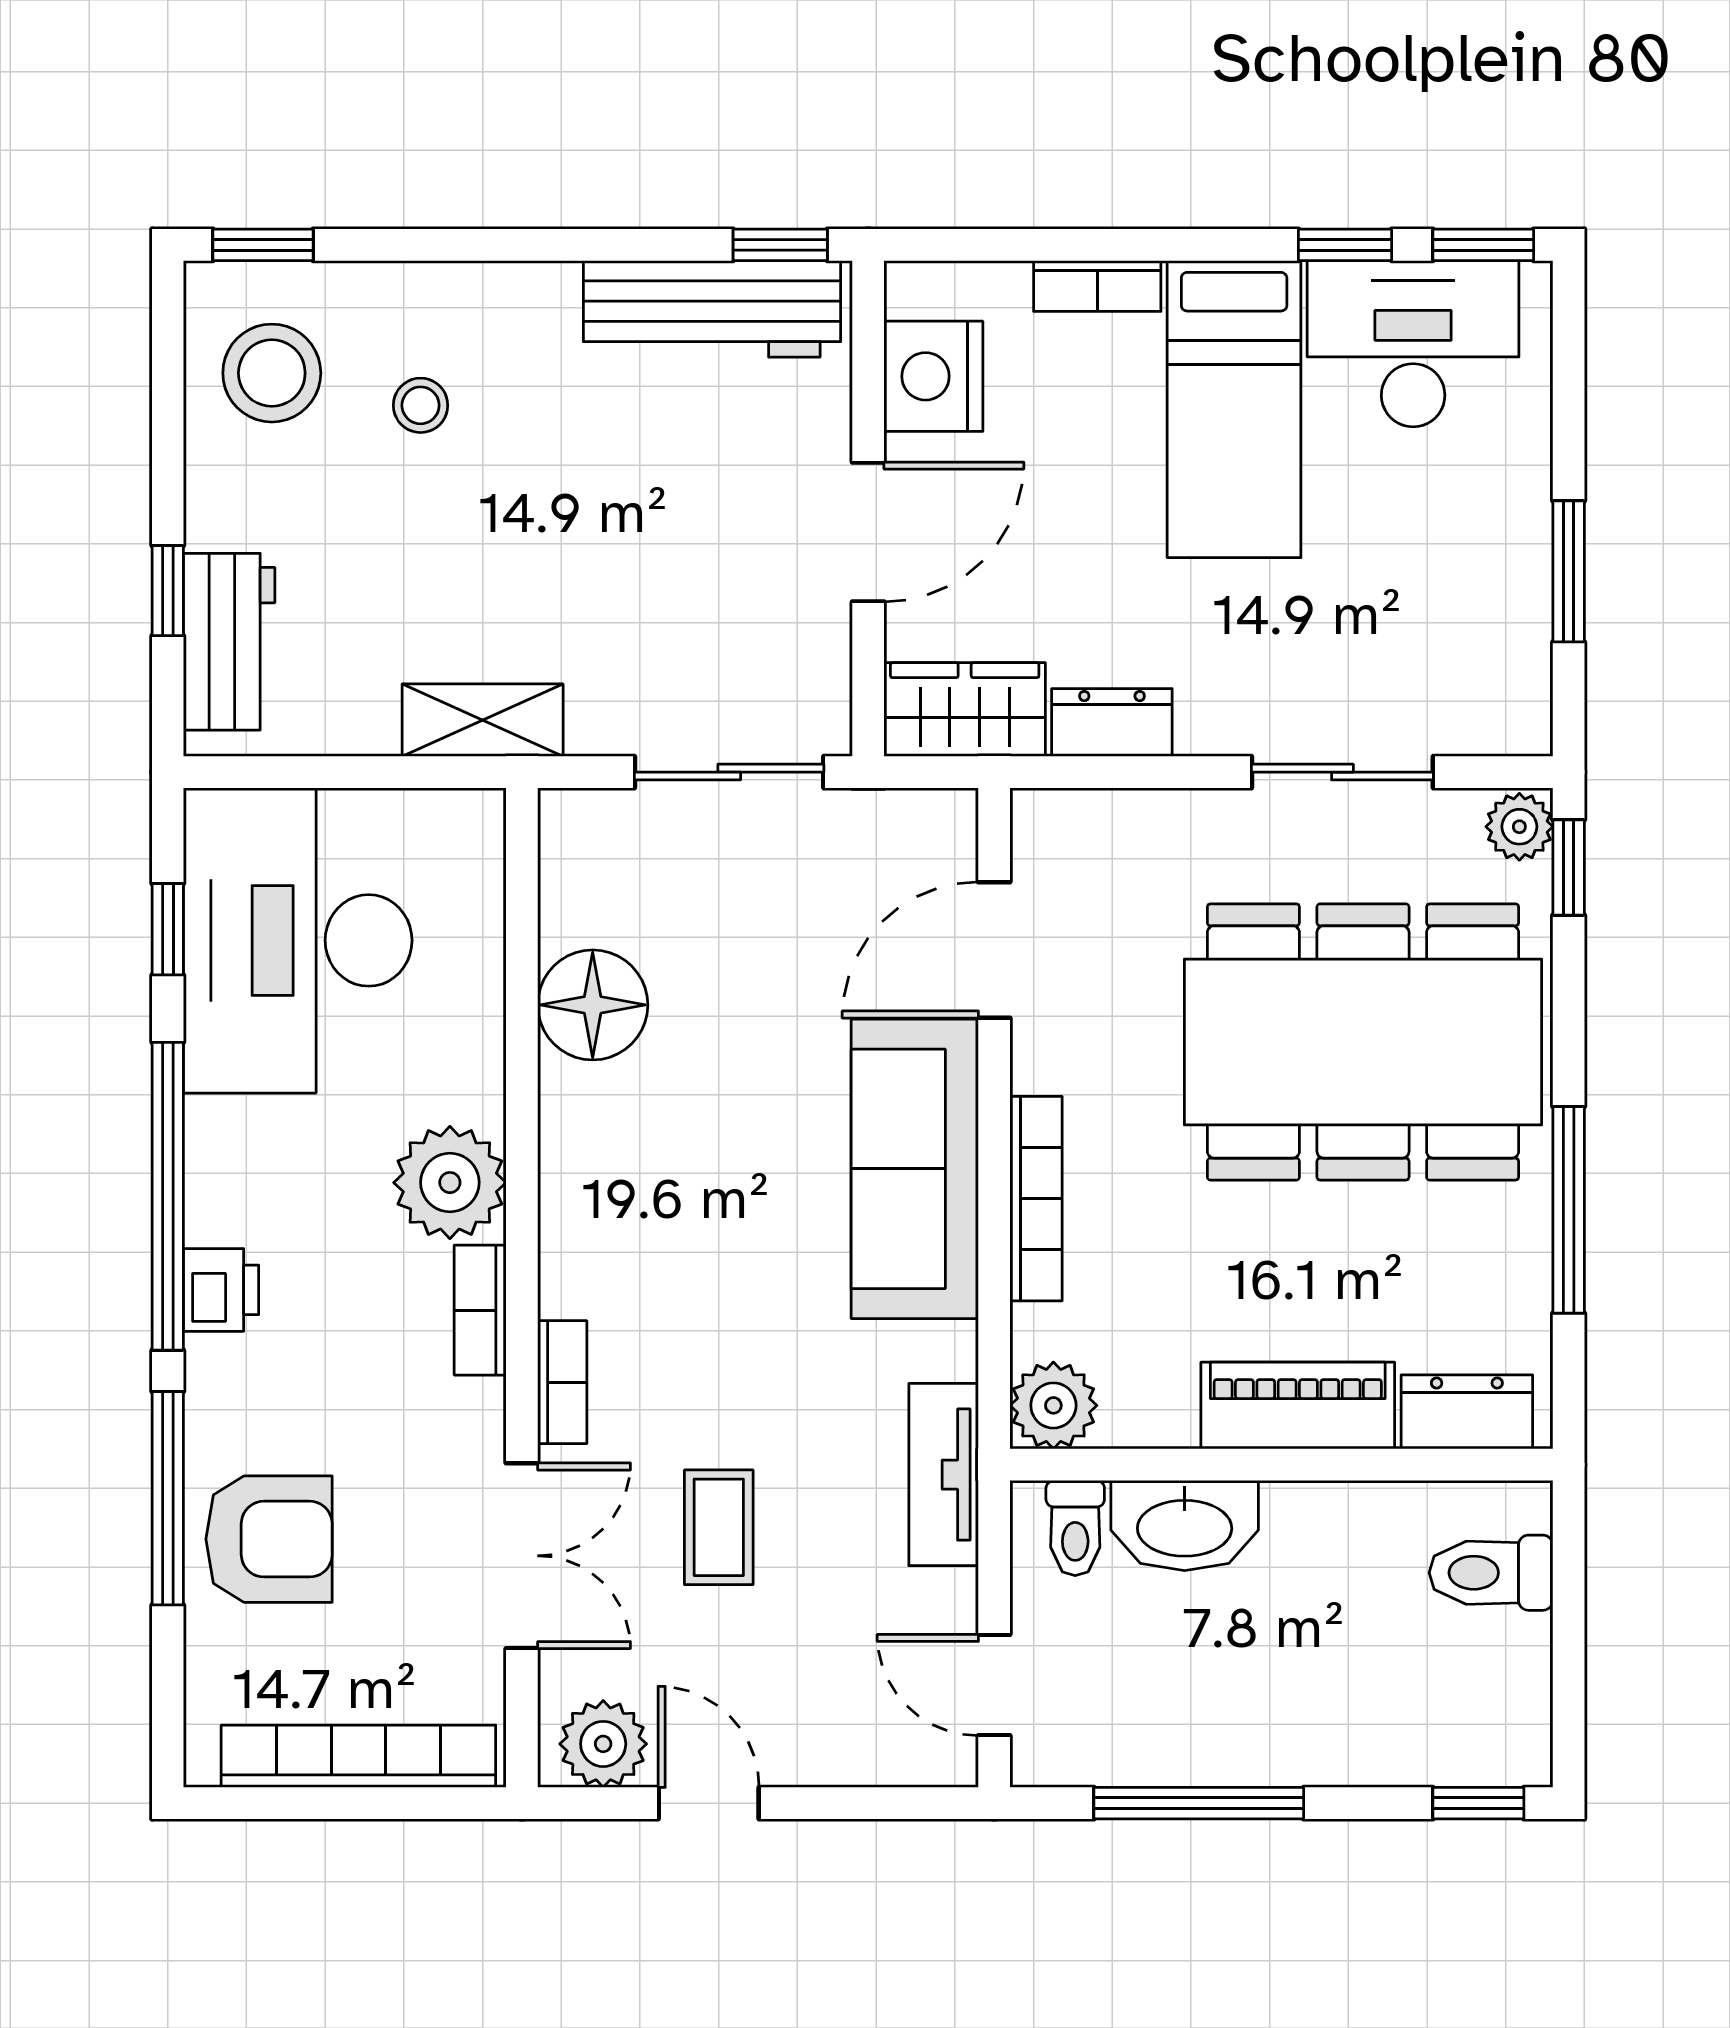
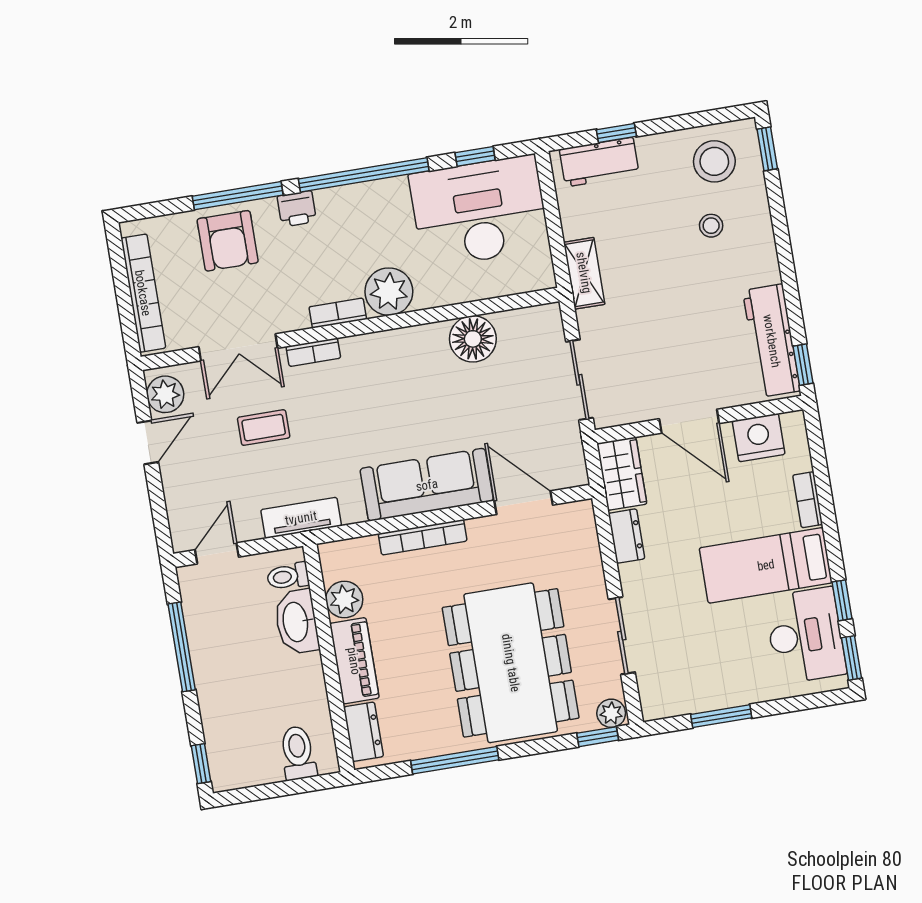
printer: (221, 1290) -> (297, 209), moved
plant: (1053, 1405) -> (344, 600), moved

